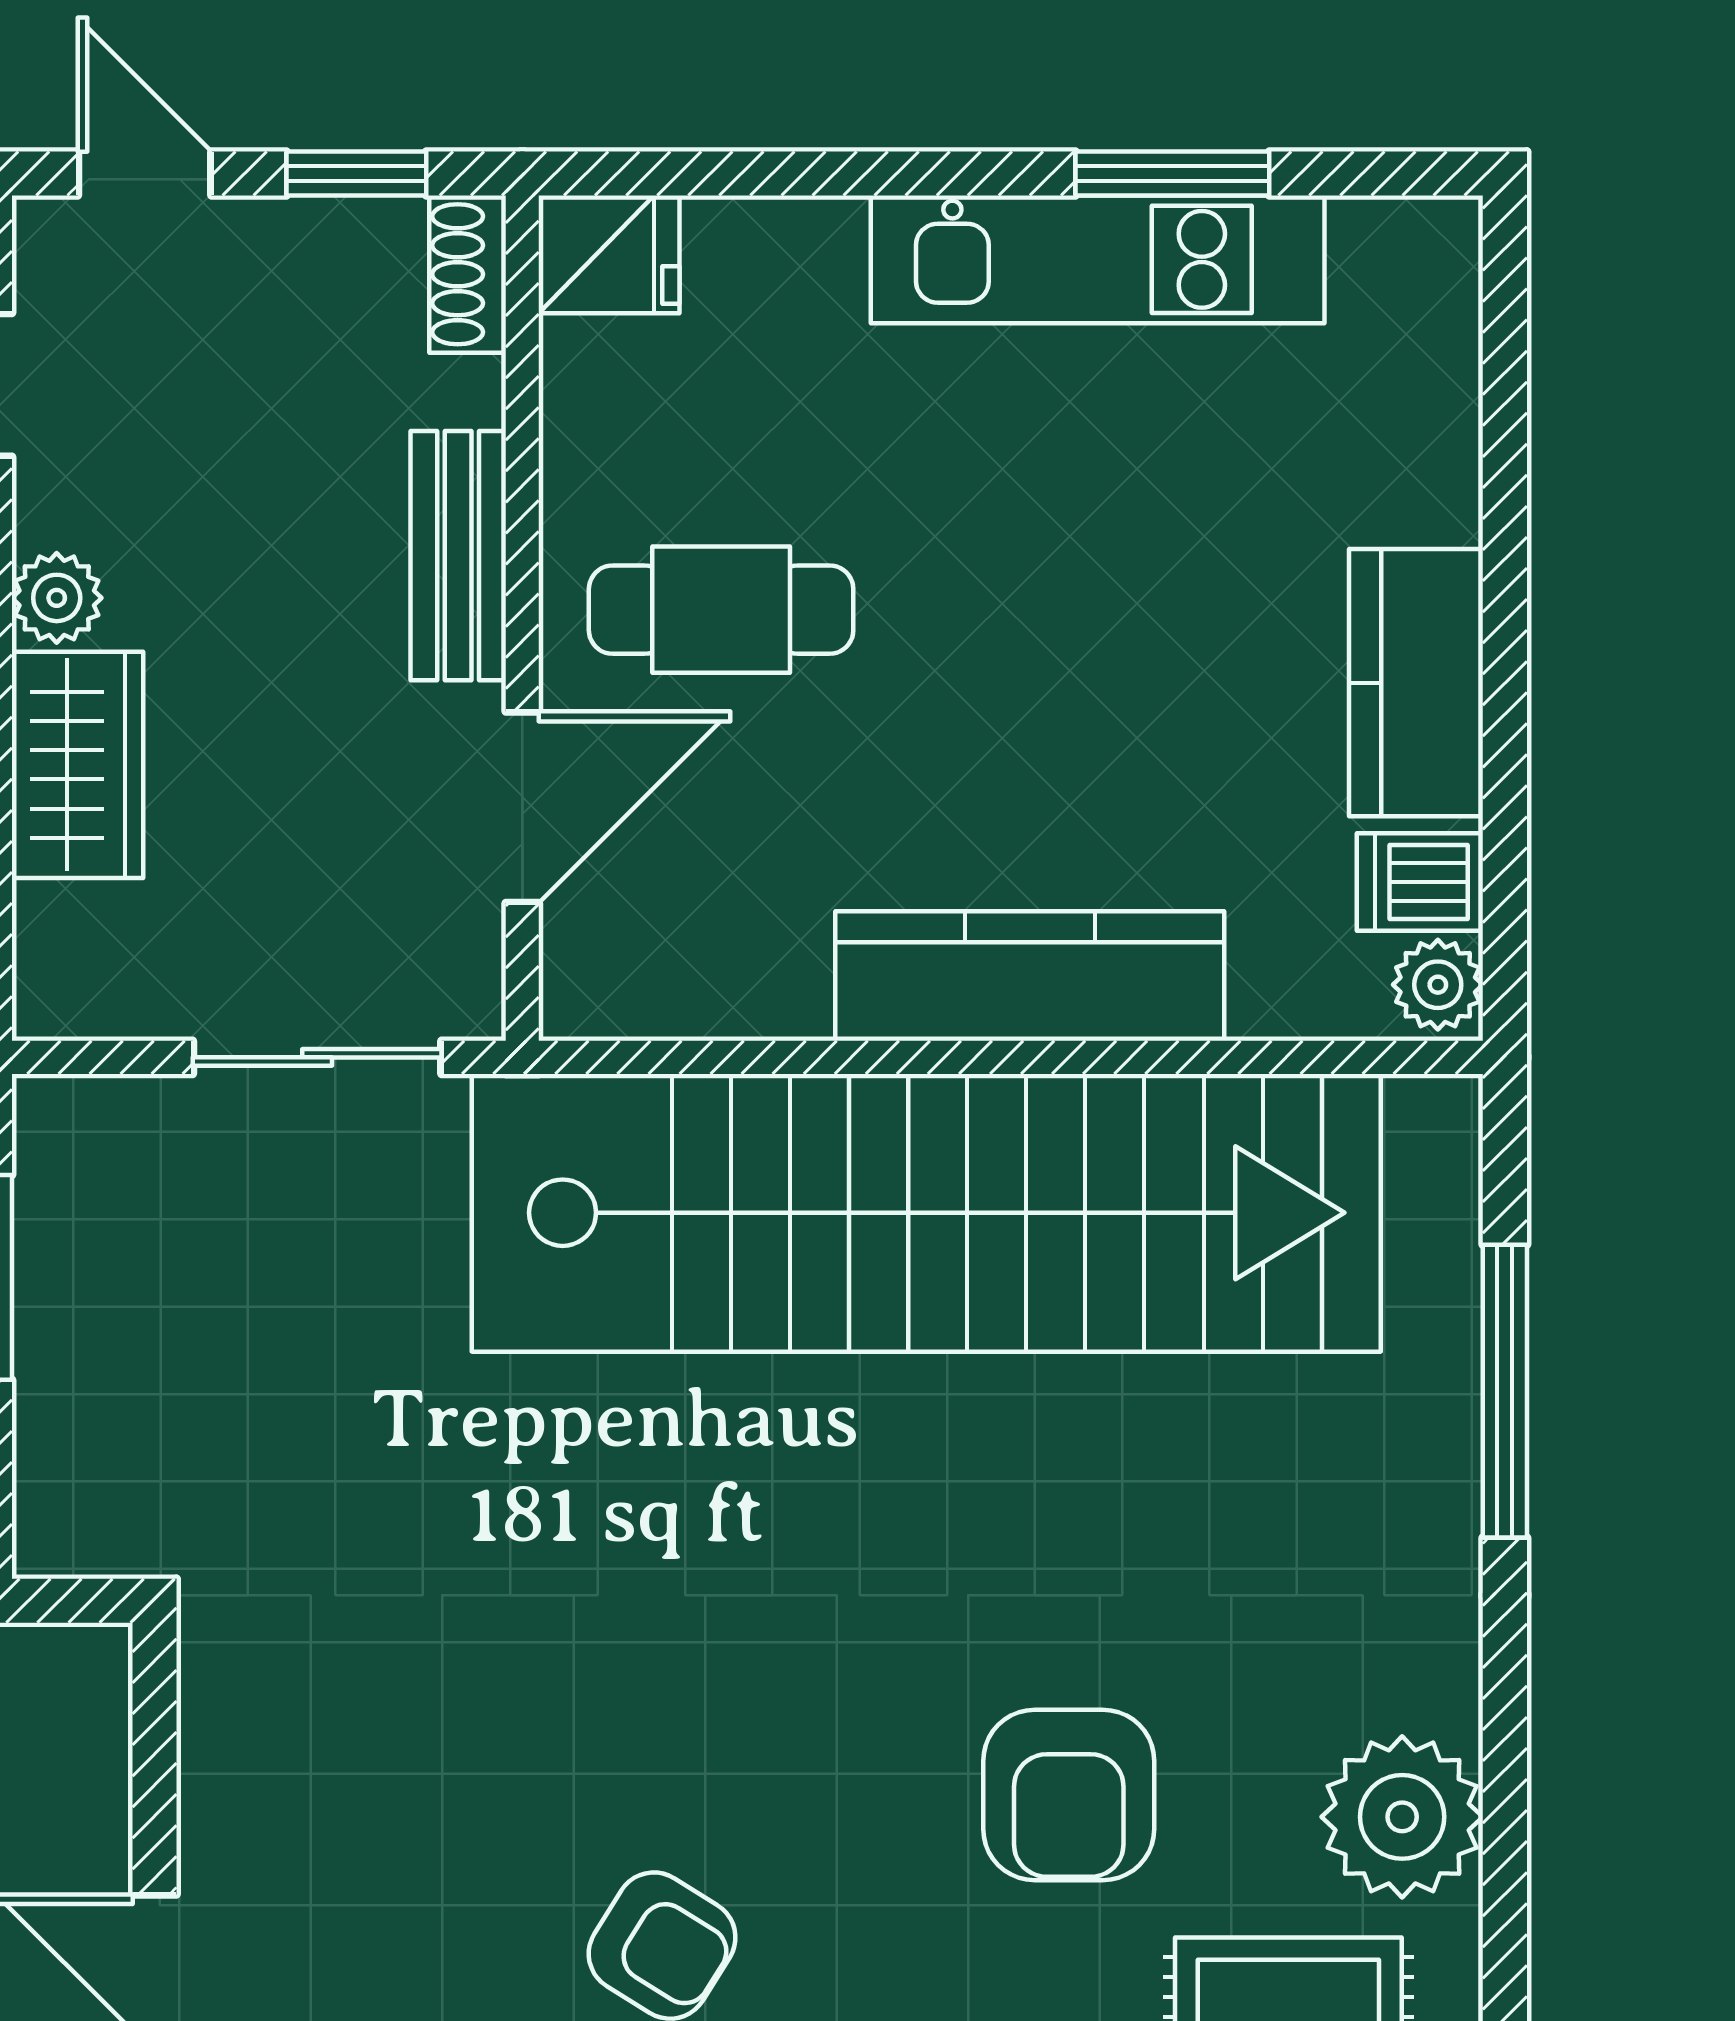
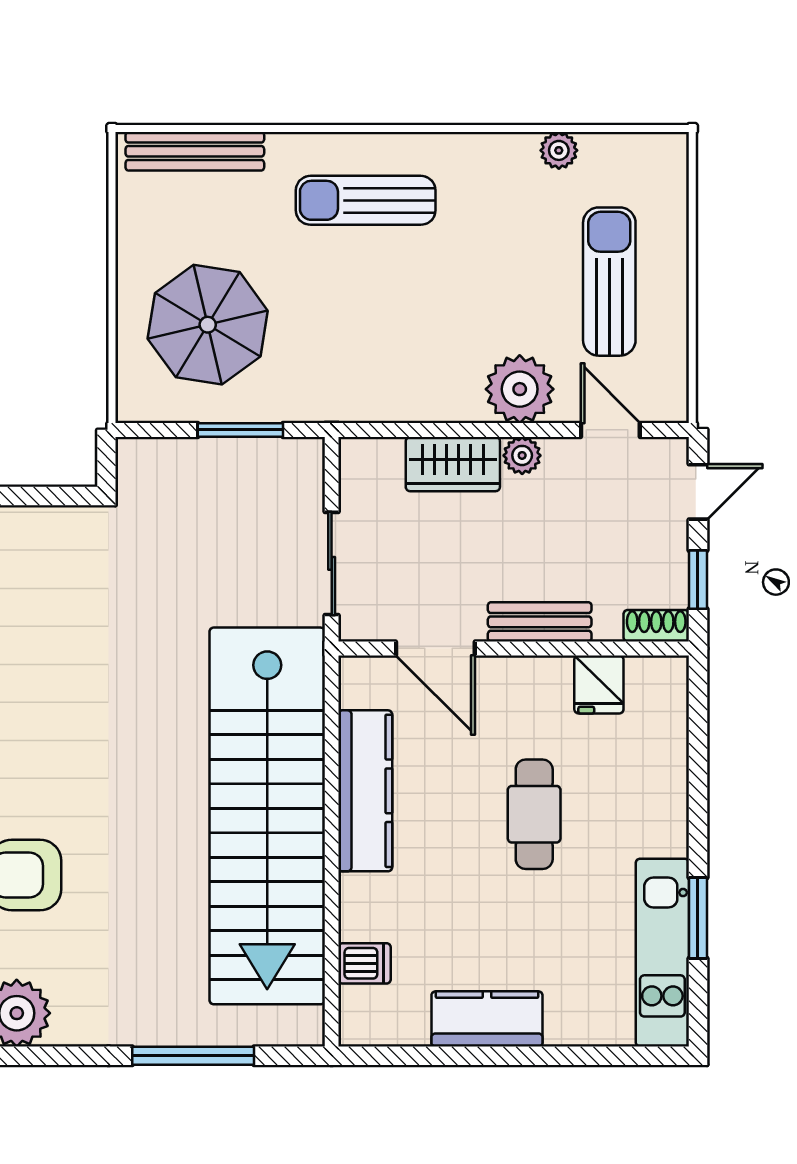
fridge: (609, 254) -> (599, 684), moved
kitchen unit: (1098, 259) -> (662, 953), moved
cafe table: (721, 610) -> (534, 814), moved
dishwasher: (1420, 882) -> (365, 963), moved, turned 90
kitchen counter: (1030, 976) -> (365, 791), moved
plant: (1438, 985) -> (362, 1028), removed

